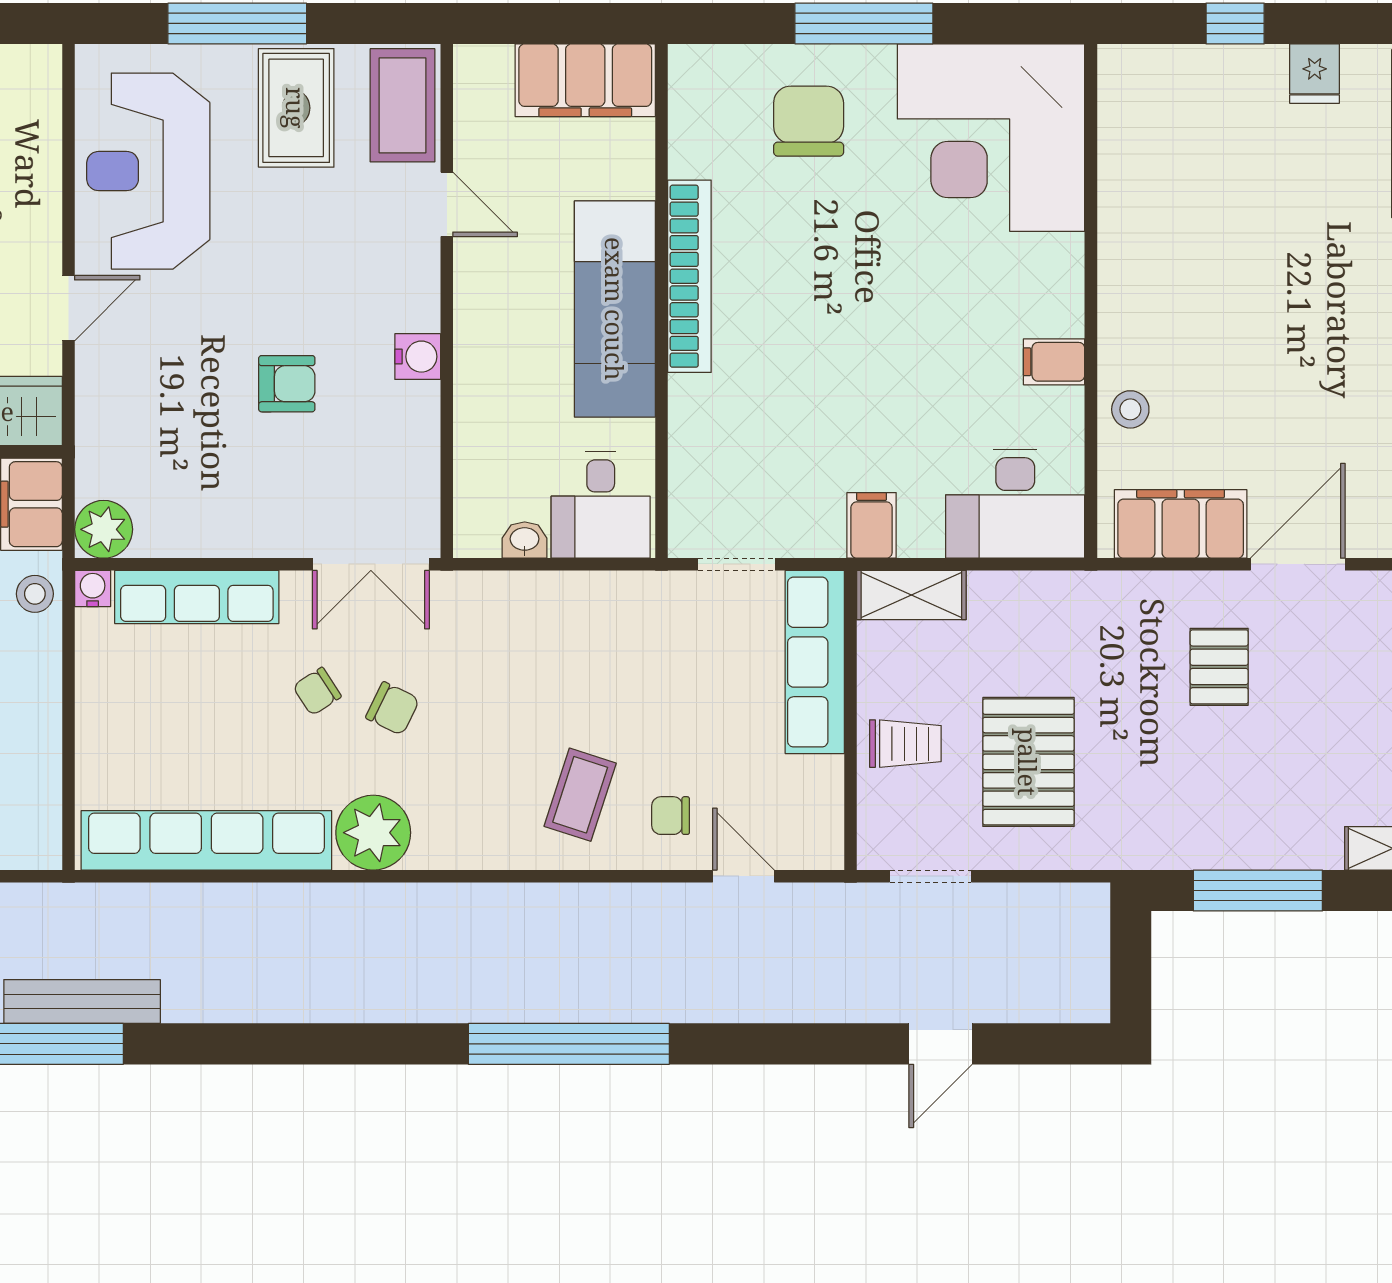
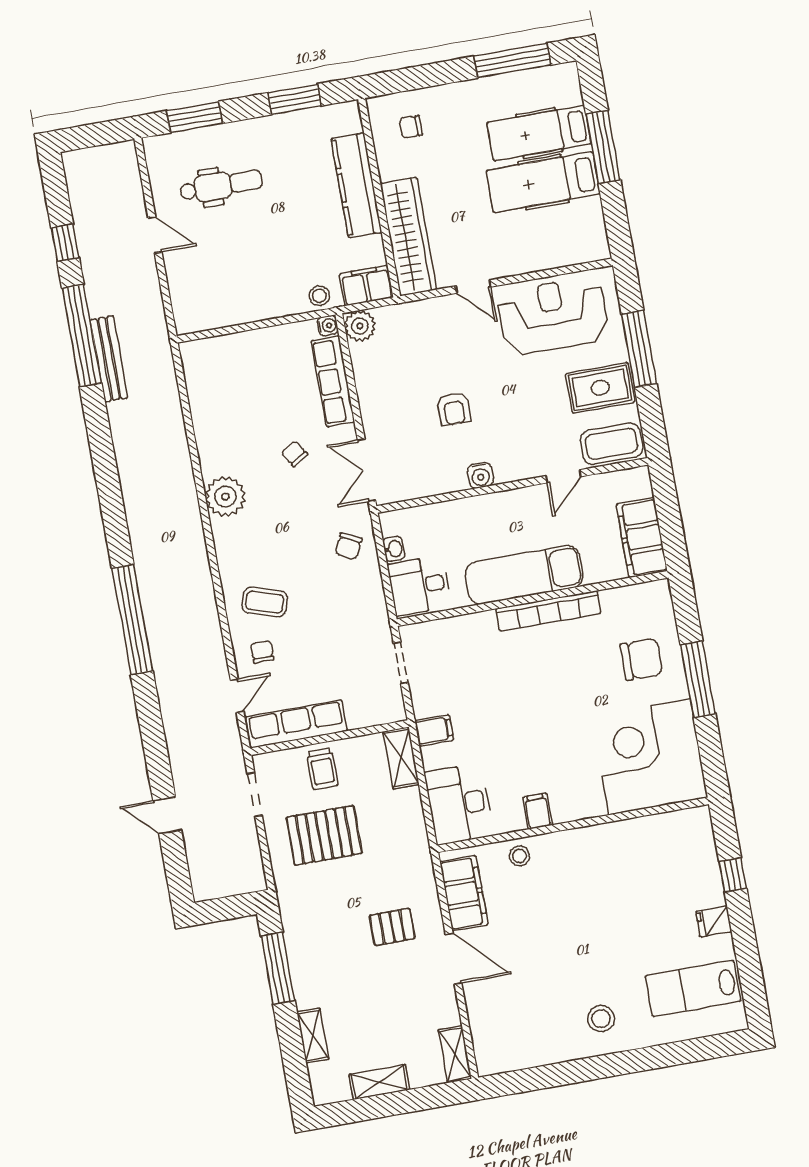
row of seats: (815, 662) -> (296, 724), moved
chair: (393, 708) -> (348, 546), moved
row of seats: (206, 840) -> (206, 409), removed

